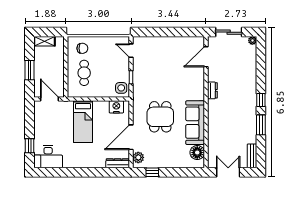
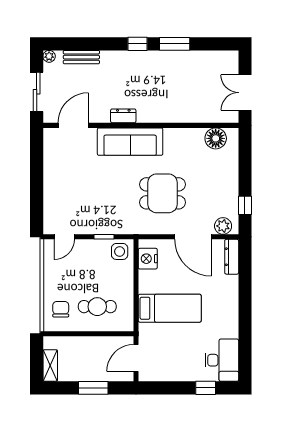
door: (206, 57) -> (73, 125), swing flipped
sofa: (195, 123) -> (130, 142), moved
bench: (252, 156) -> (81, 57), moved

